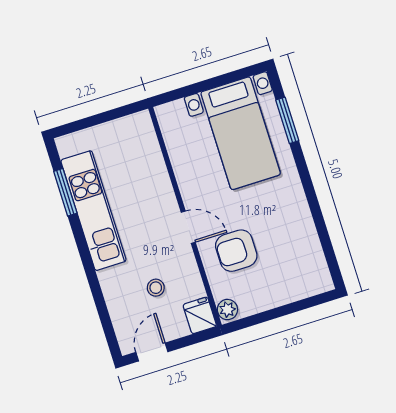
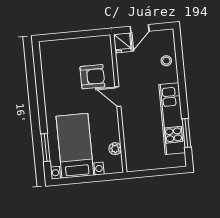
stool: (156, 288) -> (166, 61), moved
plant: (227, 310) -> (115, 149), moved
door: (152, 352) -> (140, 29), moved

